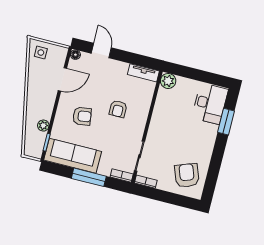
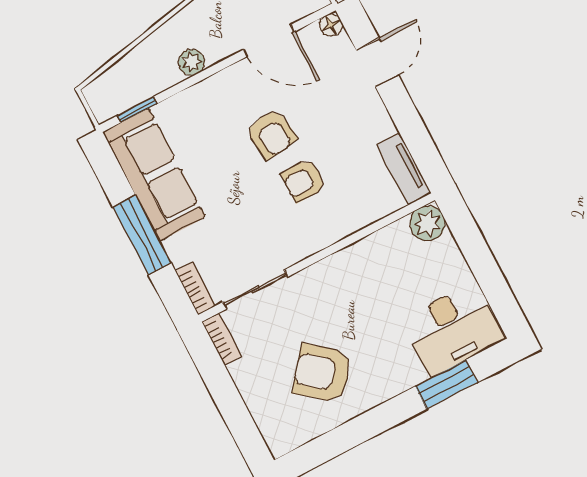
armchair: (82, 116) -> (271, 134), moved
plant: (43, 126) -> (192, 62), moved
armchair: (187, 175) -> (322, 373), moved, turned -121

